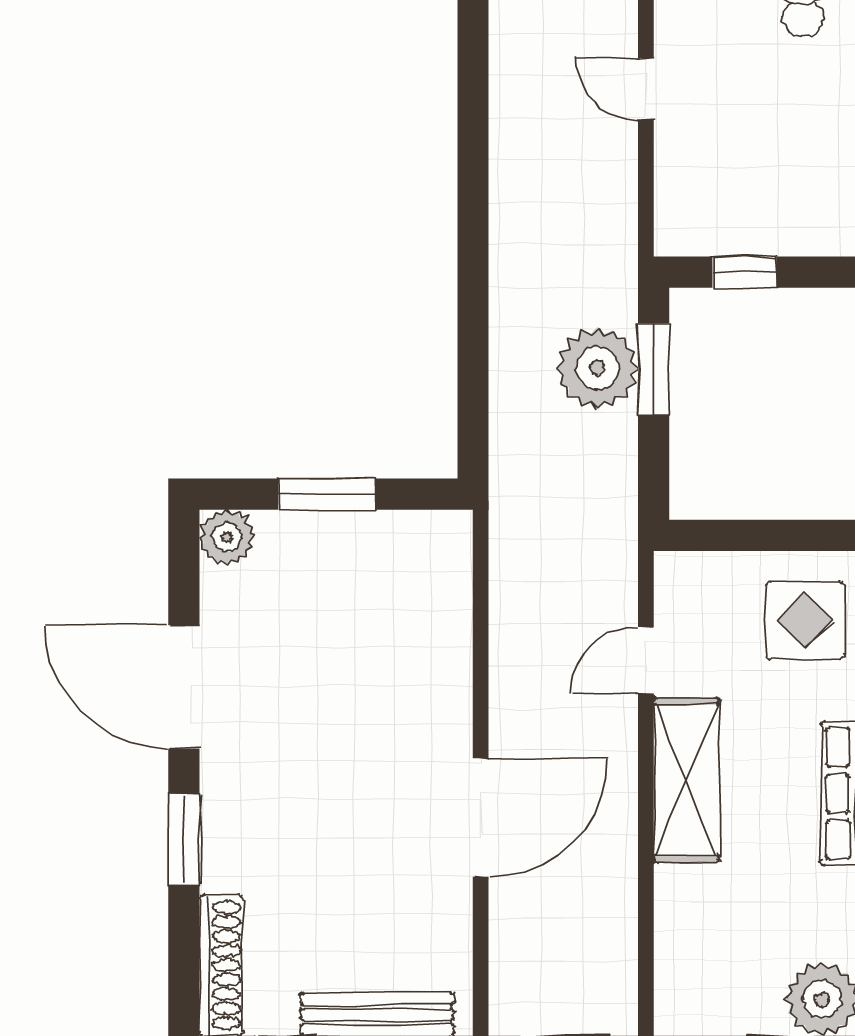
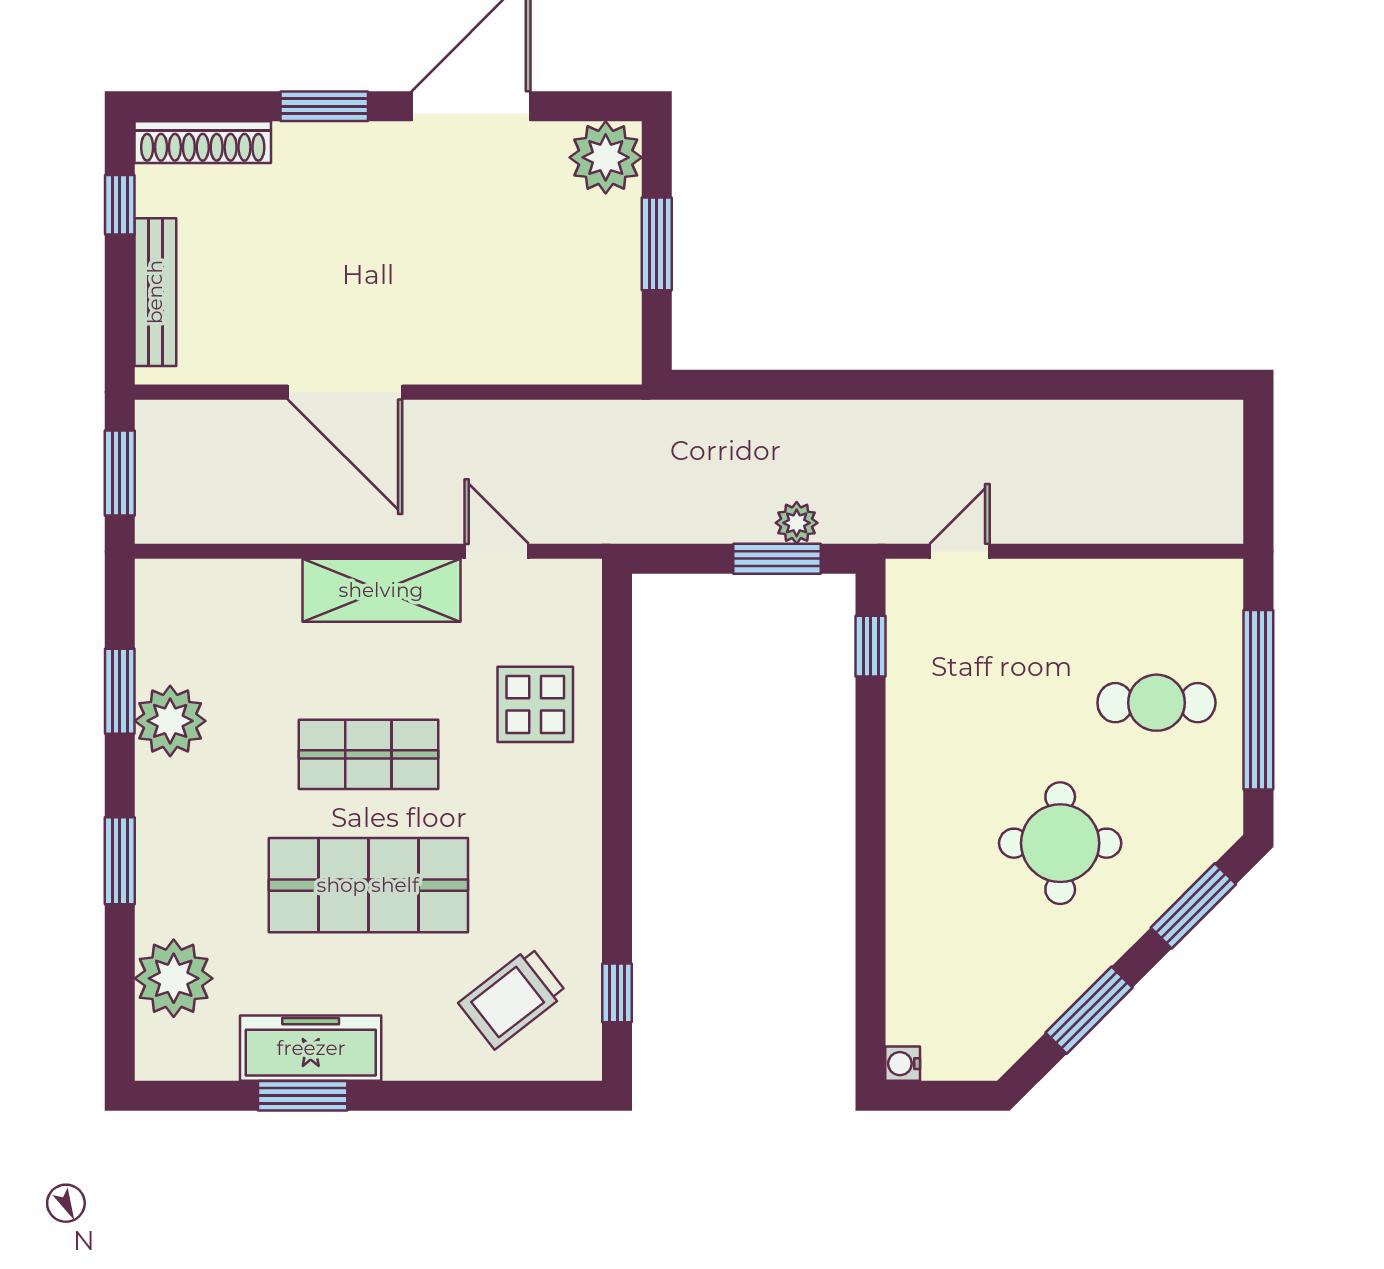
door: (646, 89) -> (960, 551), moved
plant: (597, 368) -> (797, 523), width x0.53, depth x0.53
plant: (227, 537) -> (606, 157), width x1.36, depth x1.36

